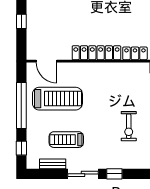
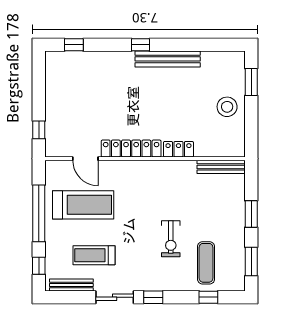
window: (21, 21) -> (39, 130), moved
door: (46, 61) -> (85, 159), moved
bench: (53, 164) -> (71, 285), width x1.36

